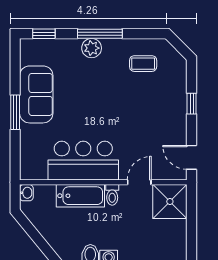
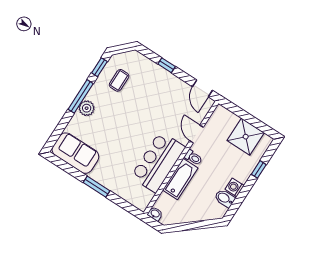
window: (44, 34) -> (99, 67), moved
sofa: (36, 94) -> (75, 153), moved
door: (192, 157) -> (202, 88), hinge flipped
shower: (170, 202) -> (246, 137), moved

